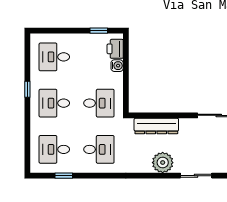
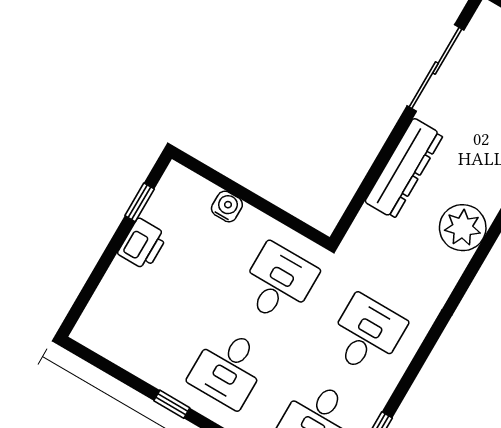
printer: (115, 49) -> (143, 244), moved, turned -90
desk: (54, 57) -> (140, 317), removed
dresser: (156, 126) -> (404, 168), moved

